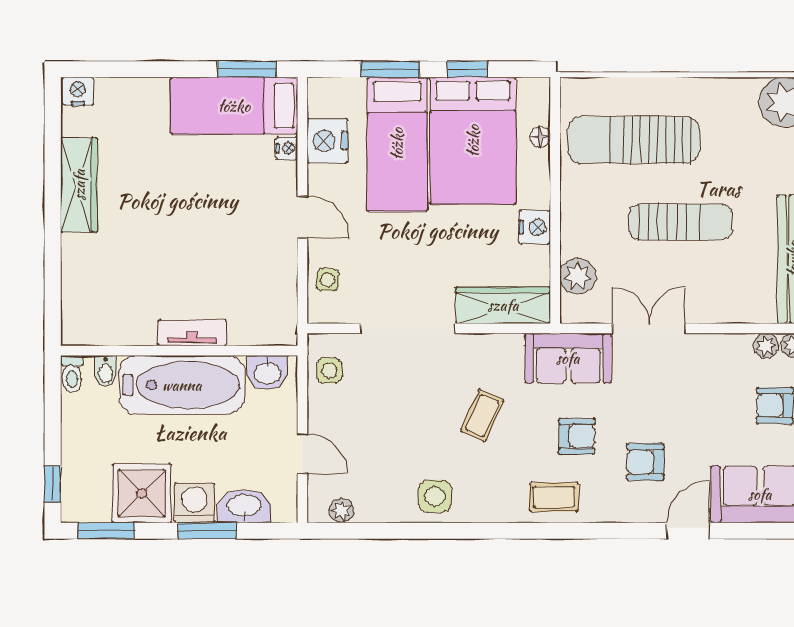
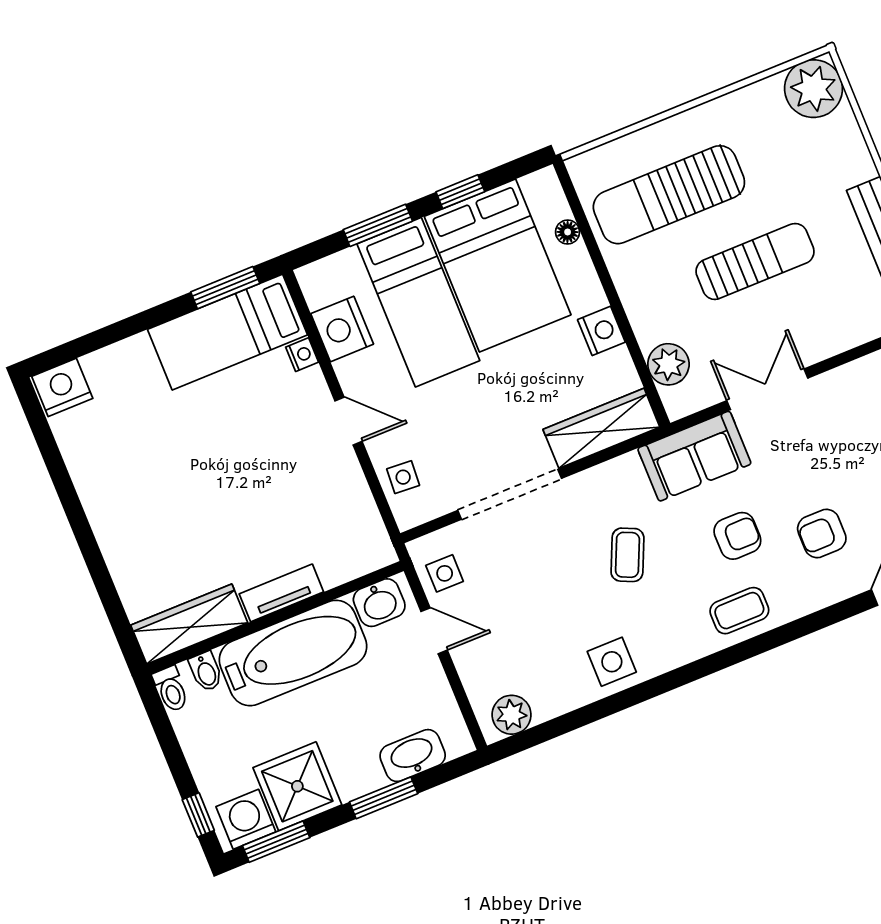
nightstand: (78, 91) -> (62, 387), width x1.36, depth x1.33
wardrobe: (79, 185) -> (189, 624), moved, turned -90
door: (302, 454) -> (434, 631), moved
washing machine: (195, 503) -> (246, 819), moved
plant: (342, 511) -> (512, 715), width x1.38, depth x1.38

